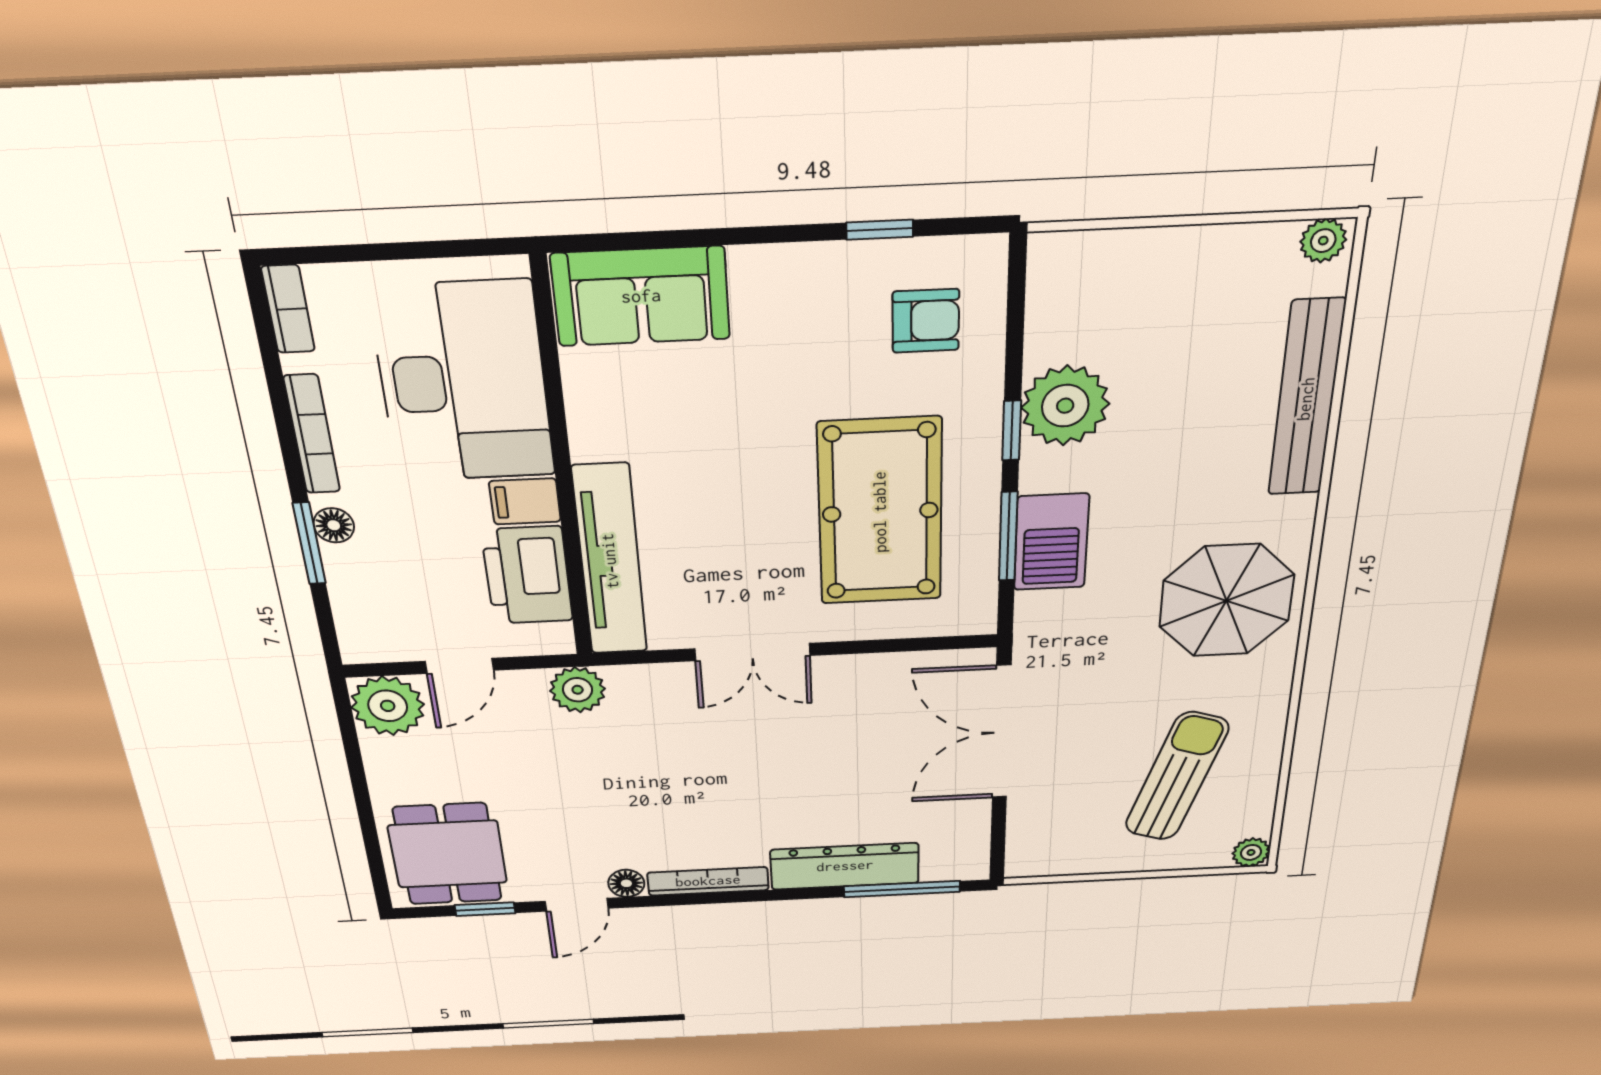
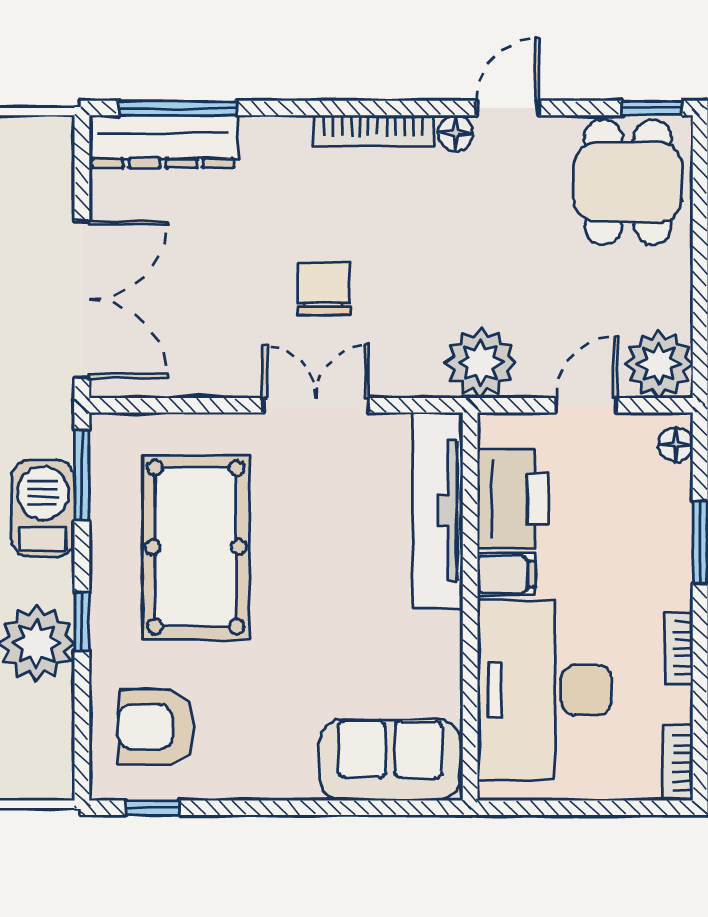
window: (880, 230) -> (153, 808), moved
armchair: (926, 321) -> (156, 727), width x1.38, depth x1.38
bookcase: (312, 434) -> (679, 649), width x0.64
floor lamp: (334, 525) -> (676, 445), moved
window: (1008, 536) -> (82, 475), moved
plant: (578, 690) -> (481, 363), width x1.36, depth x1.36
chair: (750, 753) -> (324, 289), added
dresser: (845, 866) -> (163, 142), moved
window: (485, 909) -> (652, 108), moved

